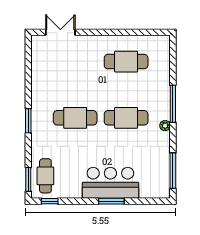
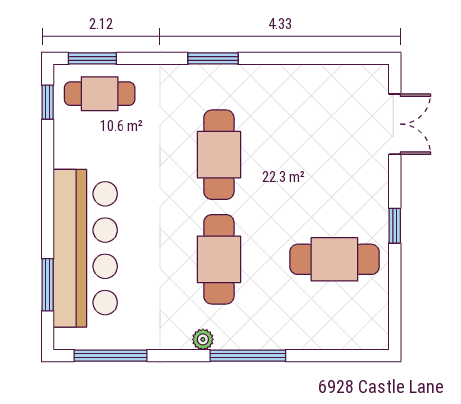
window: (110, 32) -> (395, 226), added
cafe table: (126, 62) -> (334, 259), turned 90
bar counter: (110, 183) -> (85, 248), width x1.36
window: (111, 201) -> (48, 285), moved

